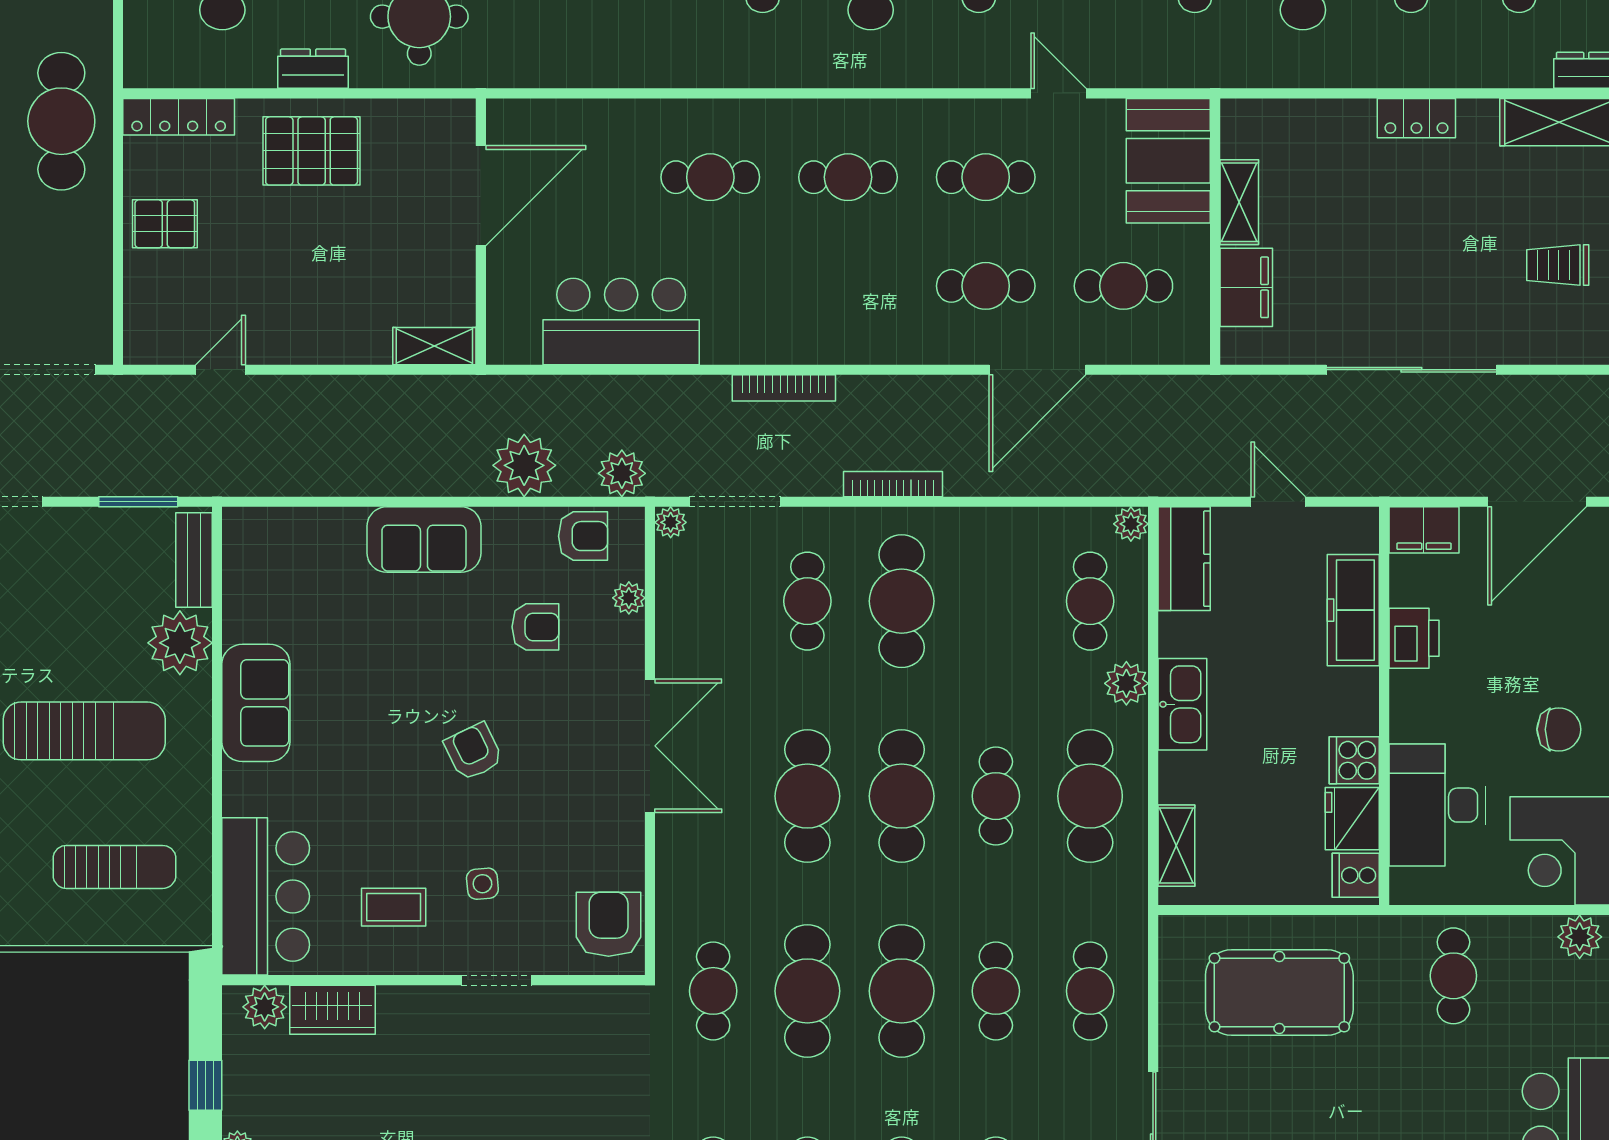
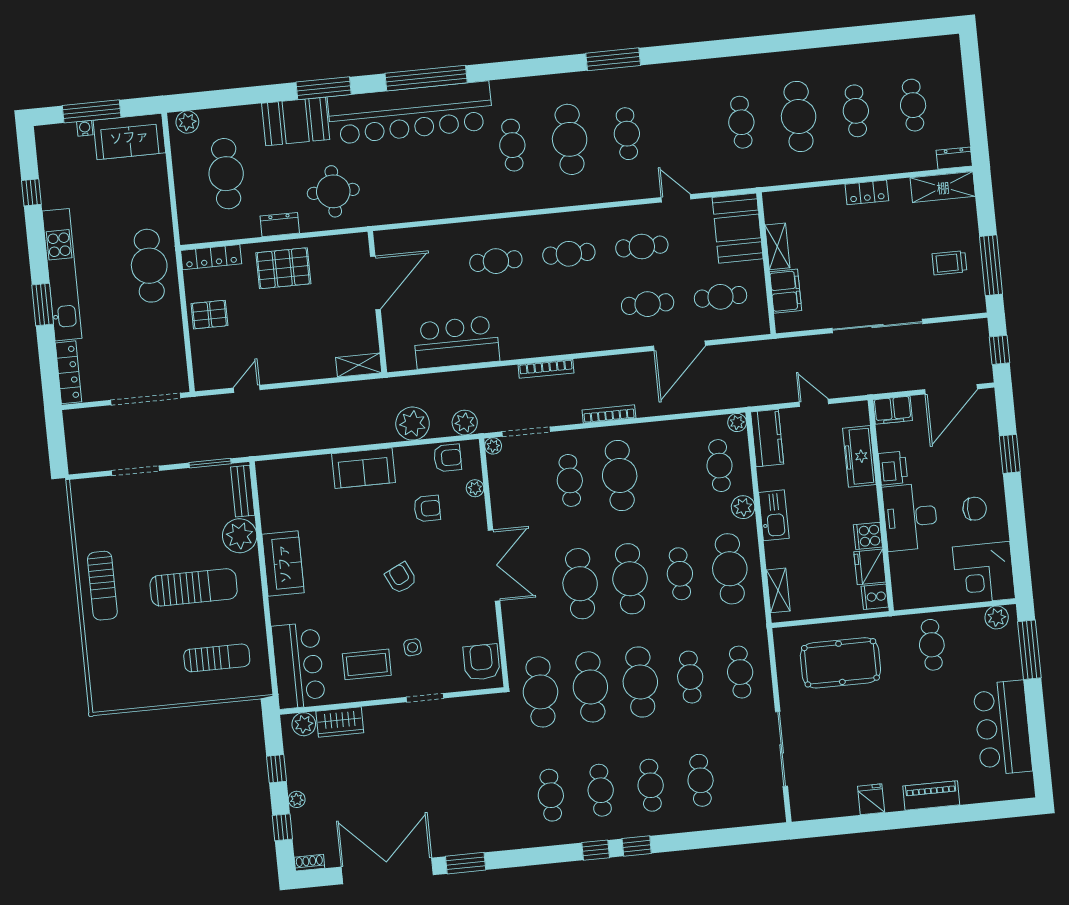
desk: (1437, 805) -> (910, 517), moved
coffee table: (394, 907) -> (367, 664), width x1.36, depth x1.30
cafe table: (713, 991) -> (540, 692), width x1.37, depth x1.35

